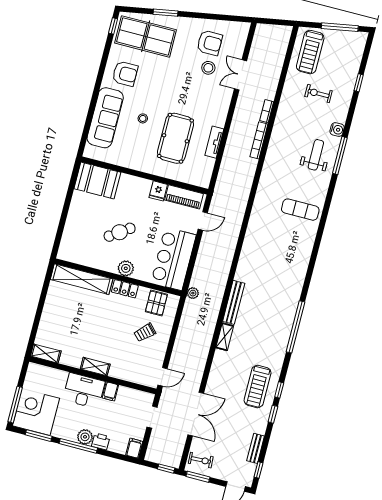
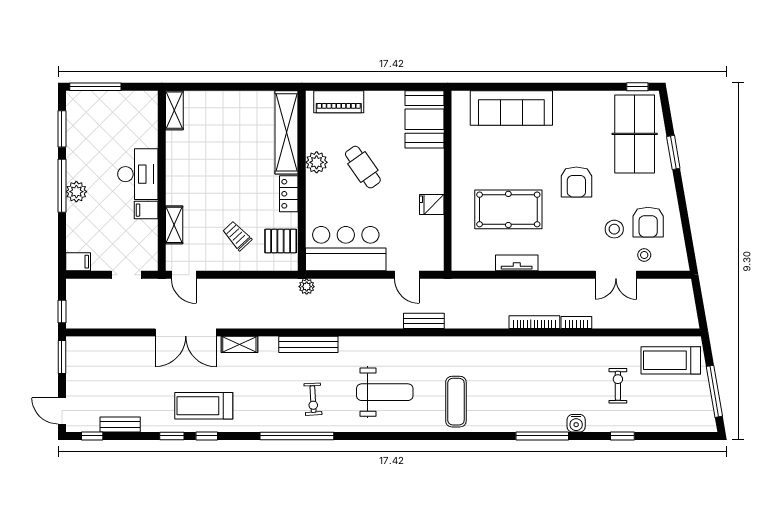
armchair: (125, 74) -> (576, 182), moved
double door: (241, 75) -> (616, 275), swing flipped
window: (359, 83) -> (622, 436), moved
stool: (143, 118) -> (644, 255), moved
weight bench: (316, 155) -> (385, 392), moved, width x1.36, depth x1.33
piano: (184, 197) -> (339, 102), moved, turned -90
bench: (238, 217) -> (424, 321), added
plant: (126, 268) -> (317, 162), moved
shelving: (225, 337) -> (239, 344), moved
shelving: (95, 367) -> (174, 225), moved
corner desk: (36, 412) -> (93, 117), removed
double door: (196, 414) -> (186, 332), moved
printer: (101, 441) -> (76, 214), removed
exercise bike: (201, 460) -> (313, 399), moved

